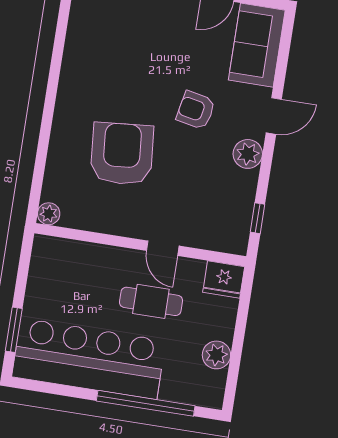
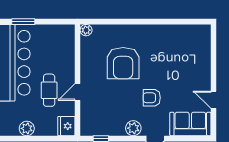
armchair: (196, 110) -> (152, 98), turned -101
armchair: (122, 154) -> (123, 63), turned 95

